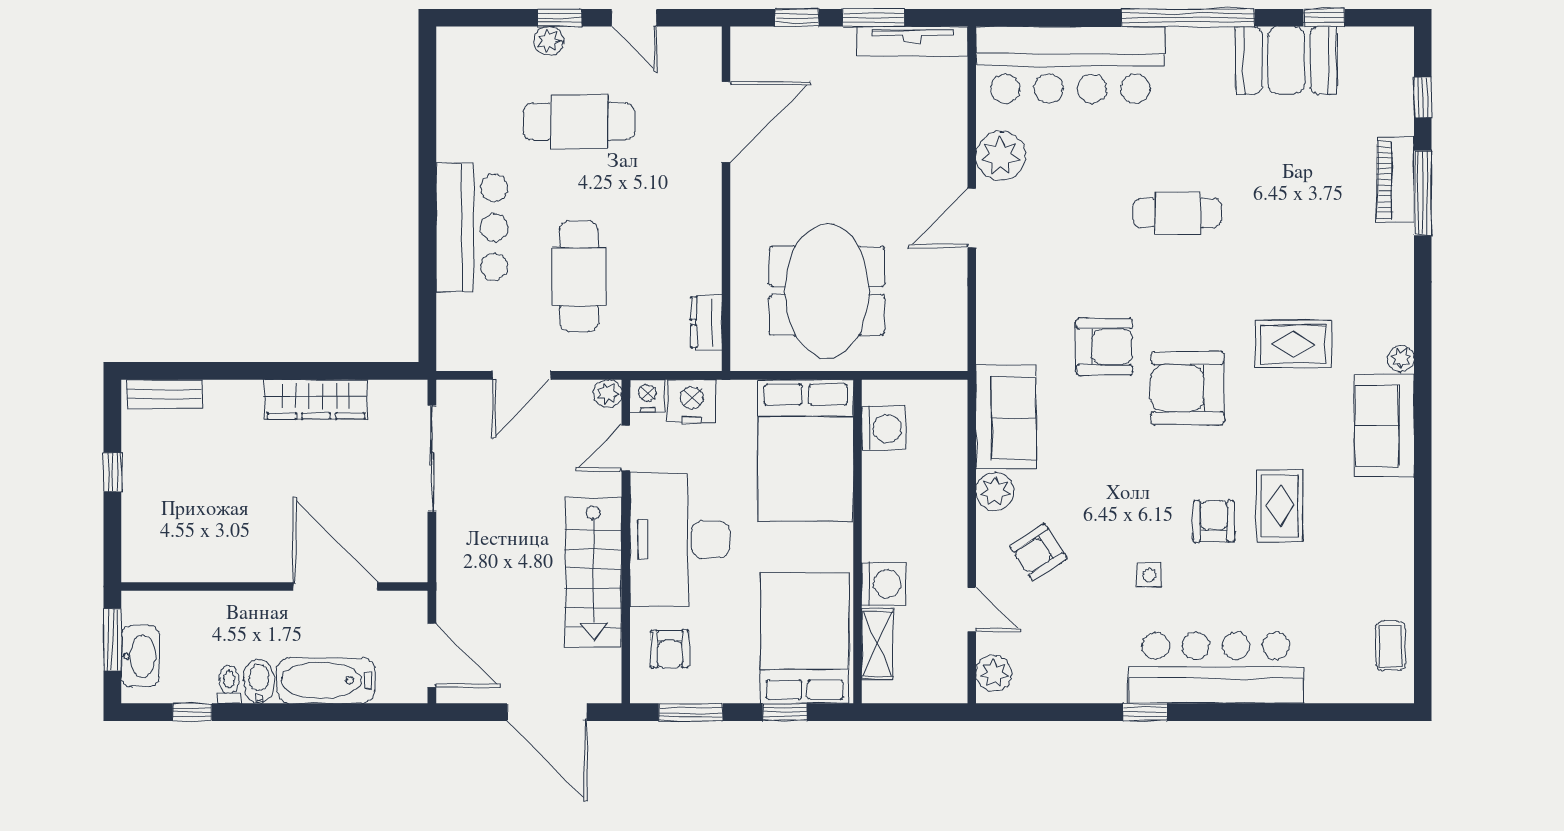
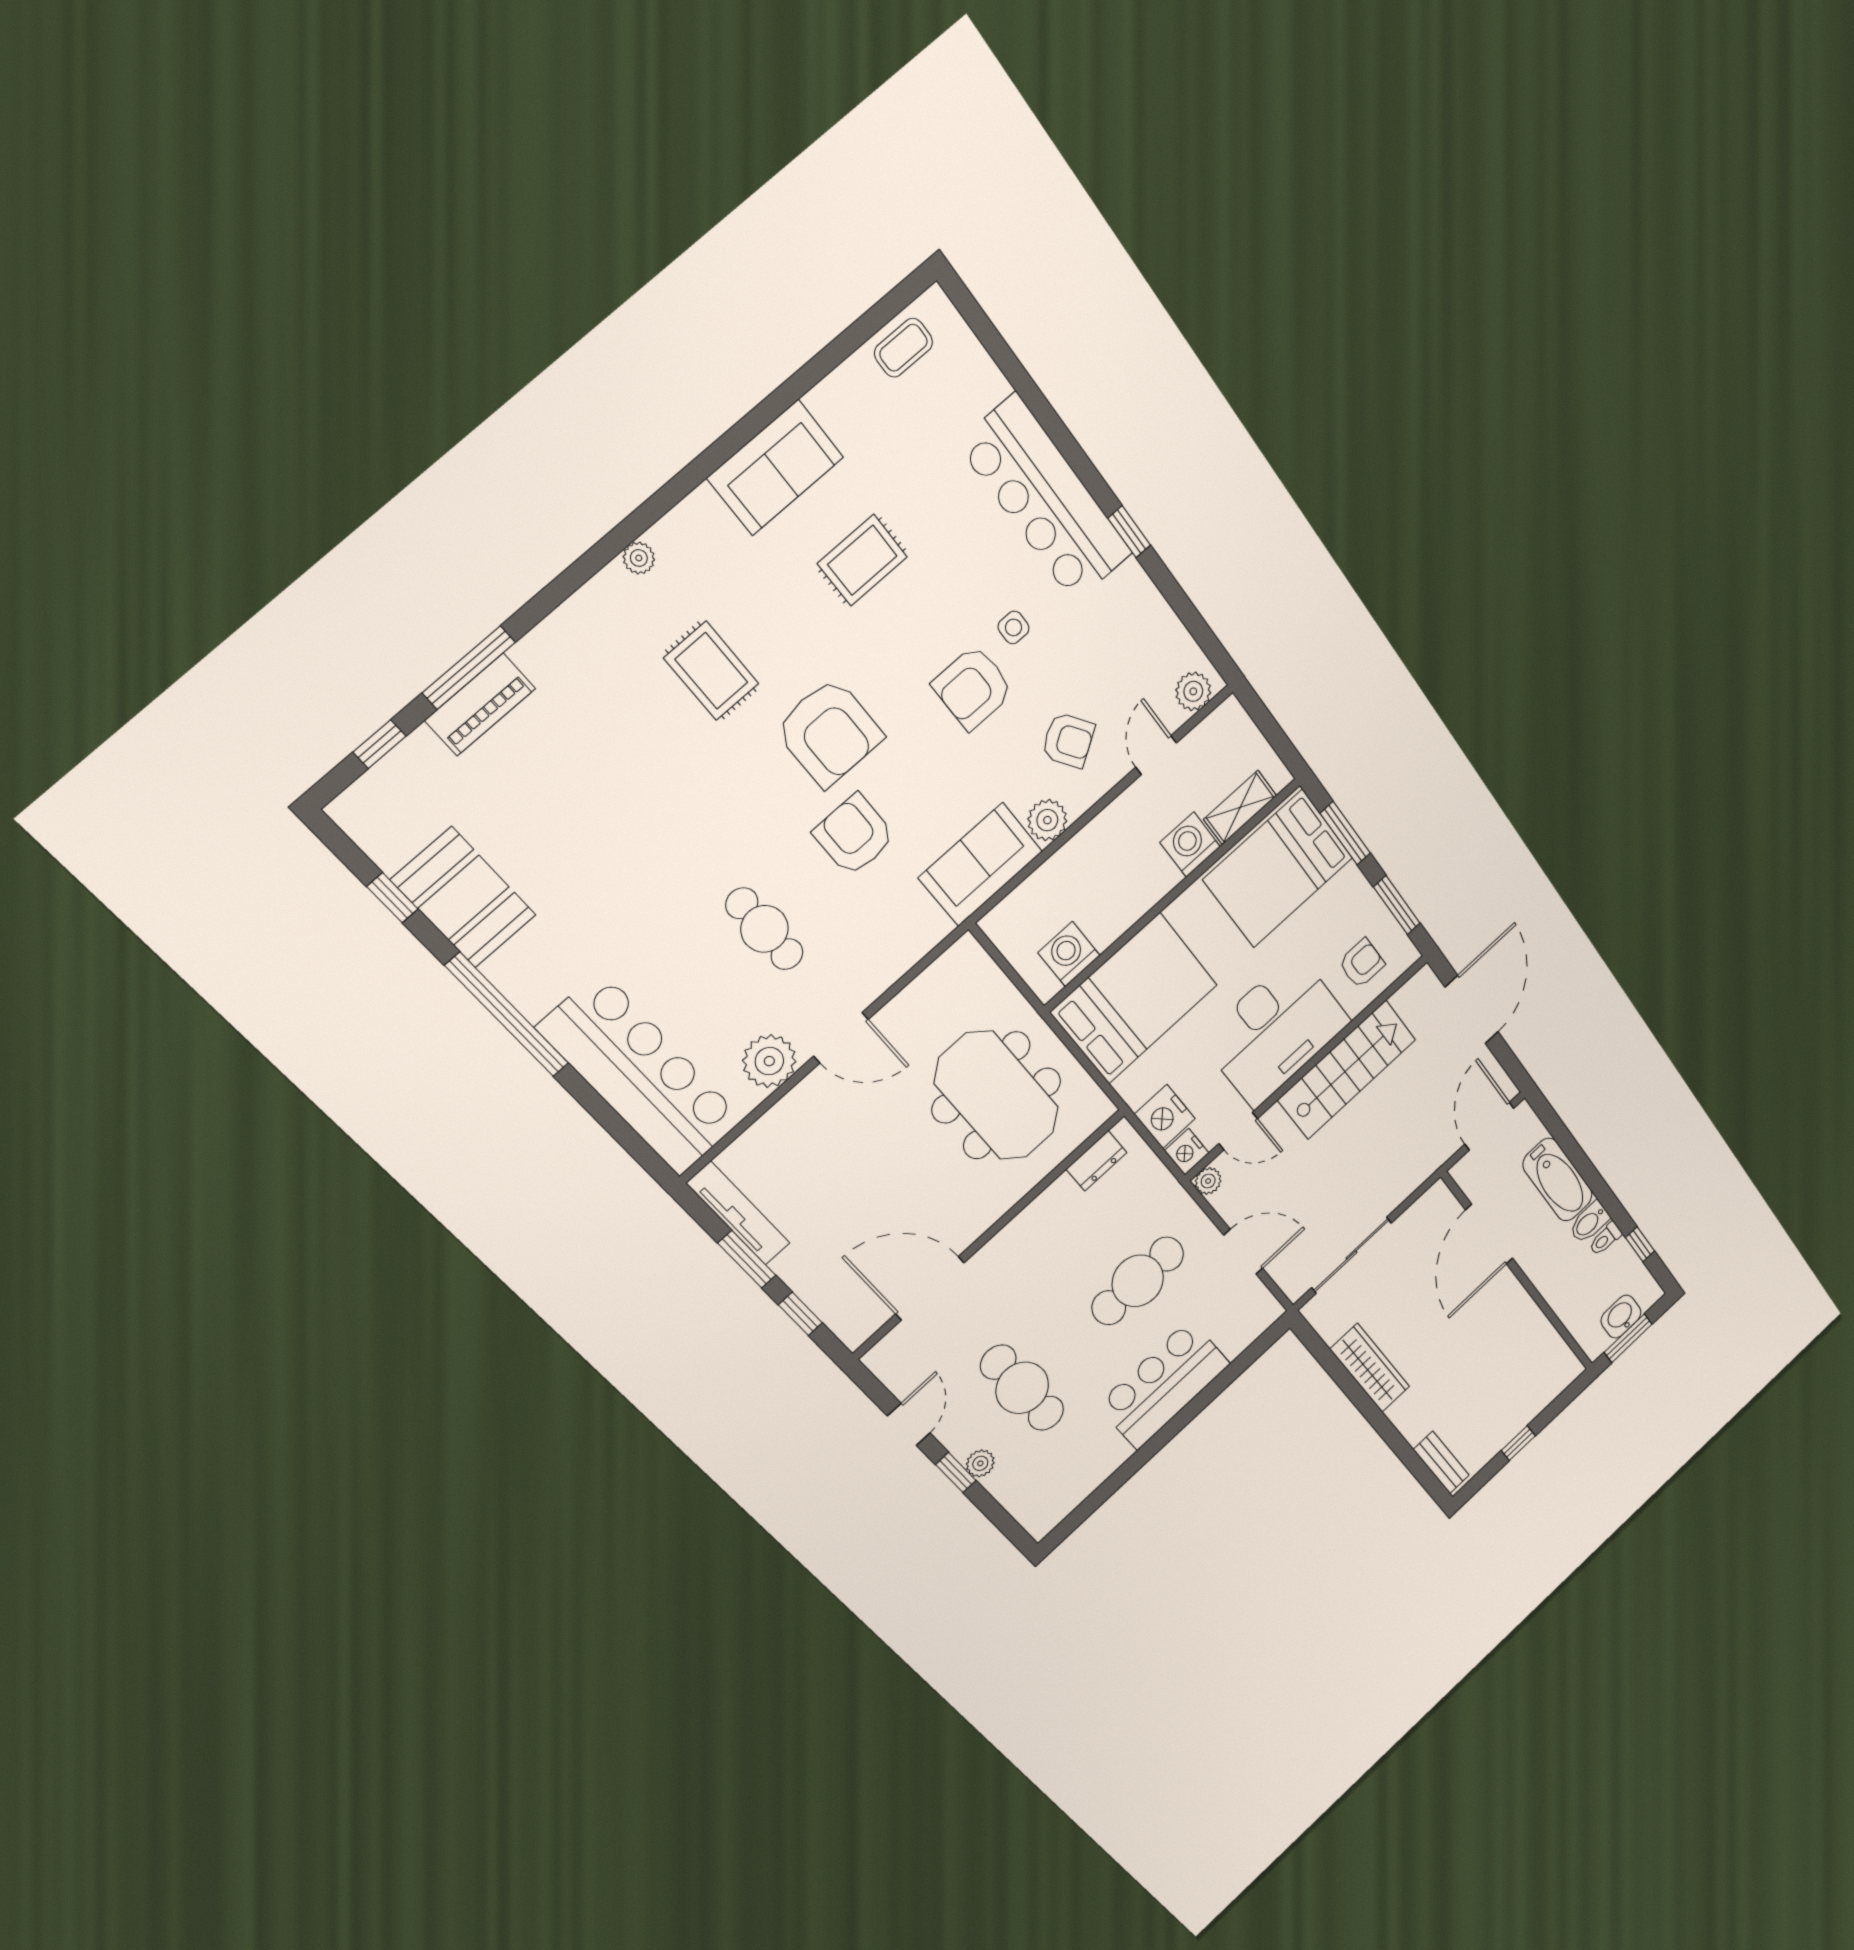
cafe table: (1177, 213) -> (764, 929), moved
meeting table: (827, 291) -> (997, 1095), turned 90
sofa: (1384, 426) -> (775, 468), moved
armchair: (1214, 521) -> (973, 688), moved, width x1.38, depth x1.38
washbasin: (140, 656) -> (1621, 1317), width x0.72
window: (785, 712) -> (1345, 833), width x1.50

